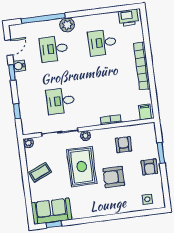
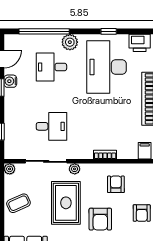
window: (100, 11) -> (109, 31), added
desk: (102, 43) -> (107, 67), width x1.87, depth x1.30
desk: (60, 101) -> (51, 126), turned 180
armchair: (114, 177) -> (100, 219), turned -90

